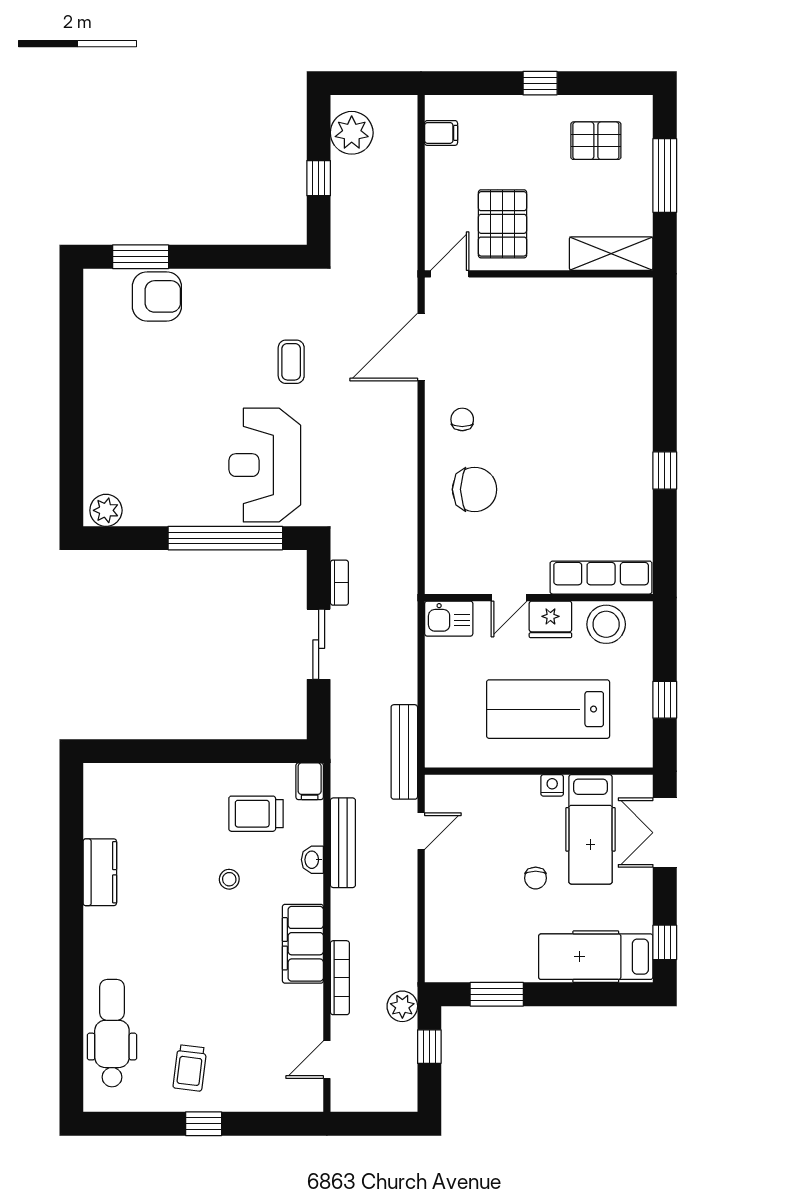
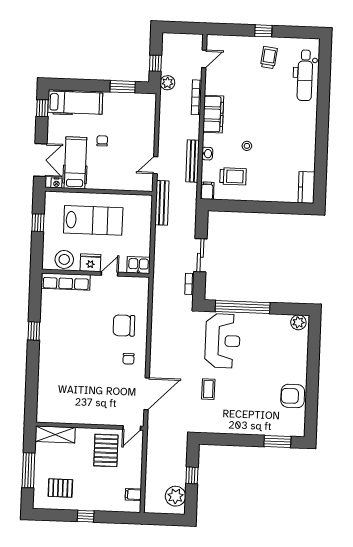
armchair: (157, 296) -> (293, 396), moved
nightstand: (552, 785) -> (56, 183), moved
kitchen counter: (100, 872) -> (306, 187), moved

